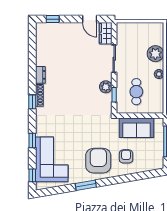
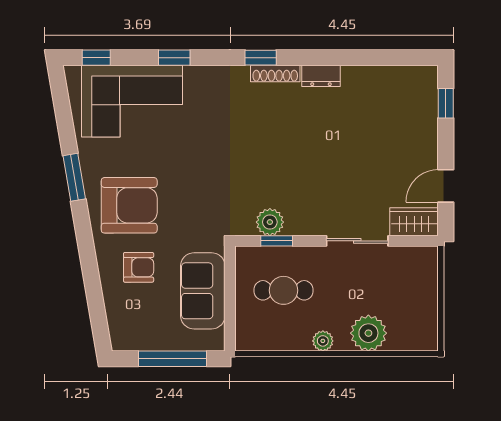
plant: (106, 87) -> (270, 222), moved

